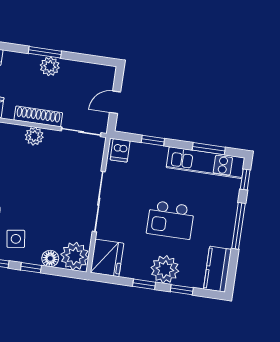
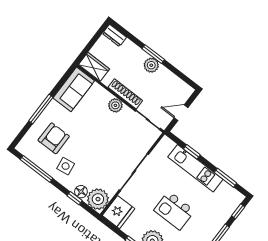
dishwasher: (120, 150) -> (167, 146), removed
kitchen unit: (206, 163) -> (195, 168), moved
window: (31, 268) -> (75, 198), moved

